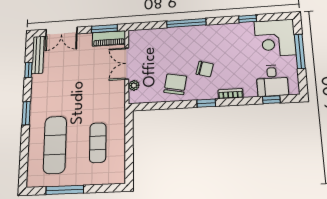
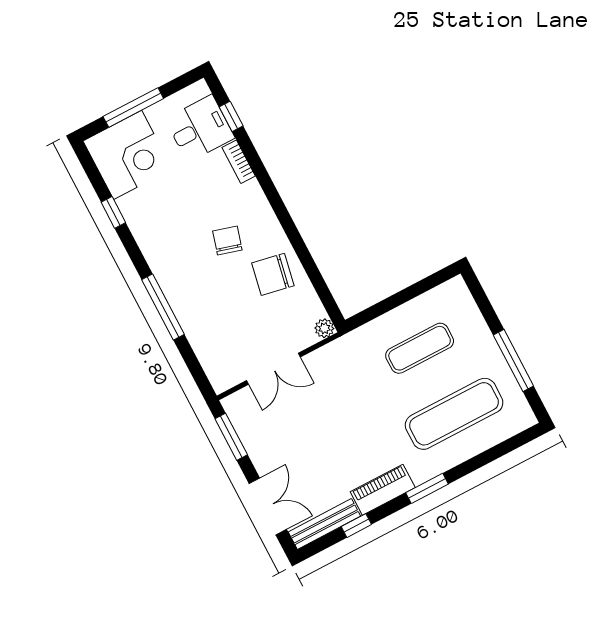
piano: (109, 38) -> (383, 490), moved, turned -90
plant: (134, 85) -> (324, 328), moved
bookcase: (230, 94) -> (239, 162), moved
window: (206, 103) -> (281, 212), removed

